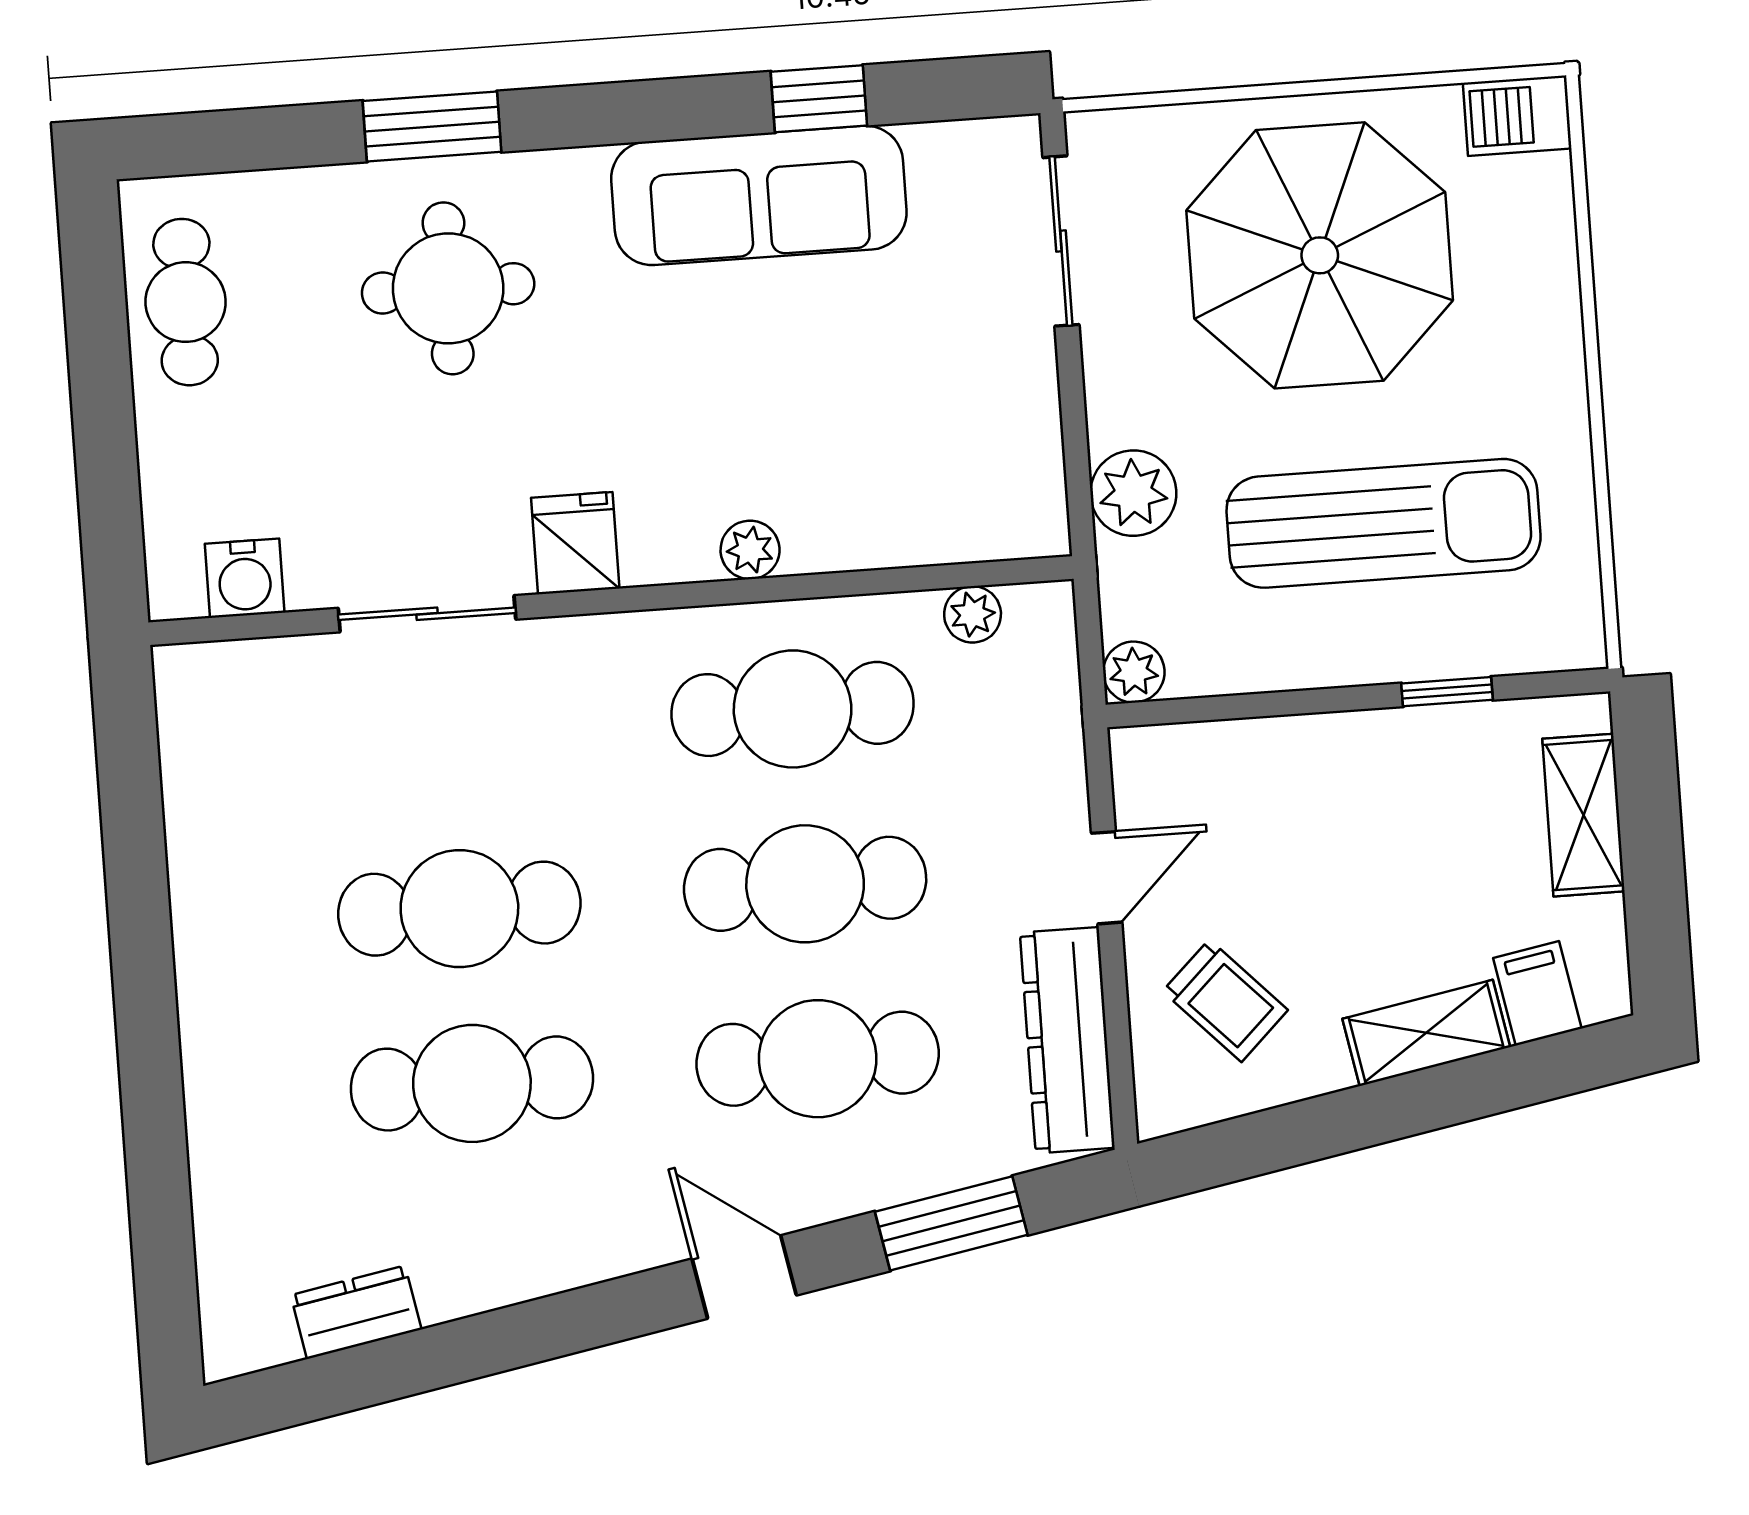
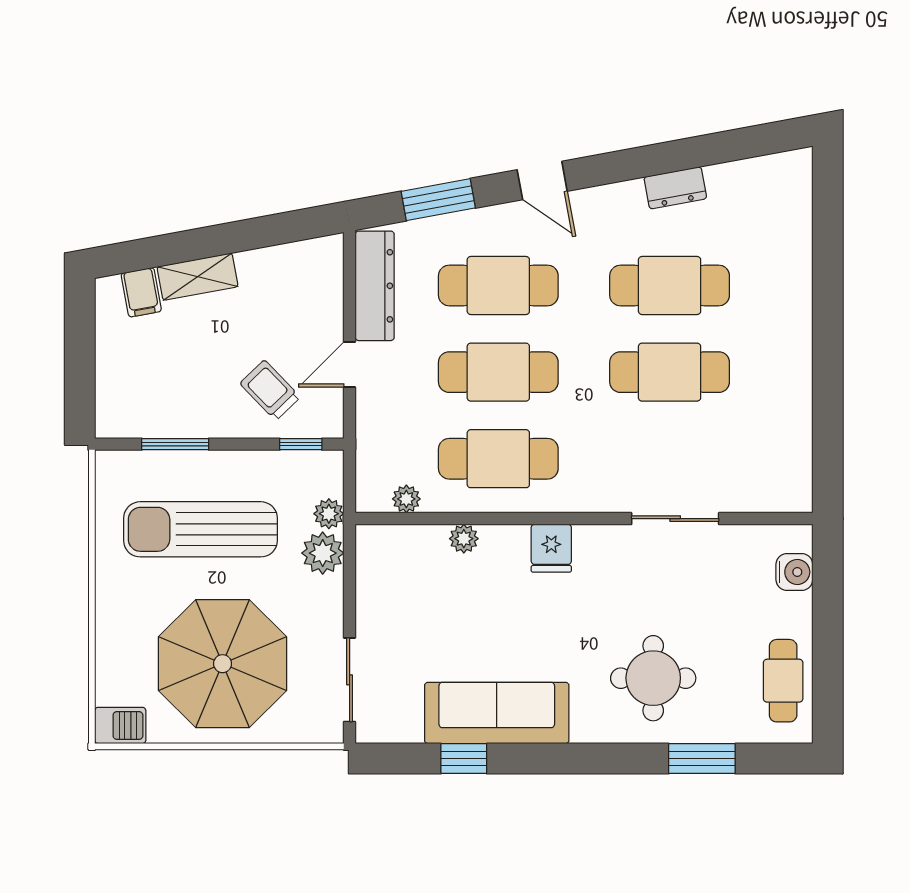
window: (432, 126) -> (702, 759), moved
fridge: (575, 543) -> (551, 548), moved
plant: (750, 550) -> (464, 539), moved
water cooler: (245, 578) -> (794, 572), moved, turned 90
plant: (1134, 672) -> (329, 514), moved
window: (1447, 692) -> (175, 444), width x1.50
window: (1193, 710) -> (301, 444), added
shelving: (1584, 815) -> (112, 378), removed
trolley: (1225, 1001) -> (270, 390), moved
dresser: (356, 1312) -> (675, 188), moved

